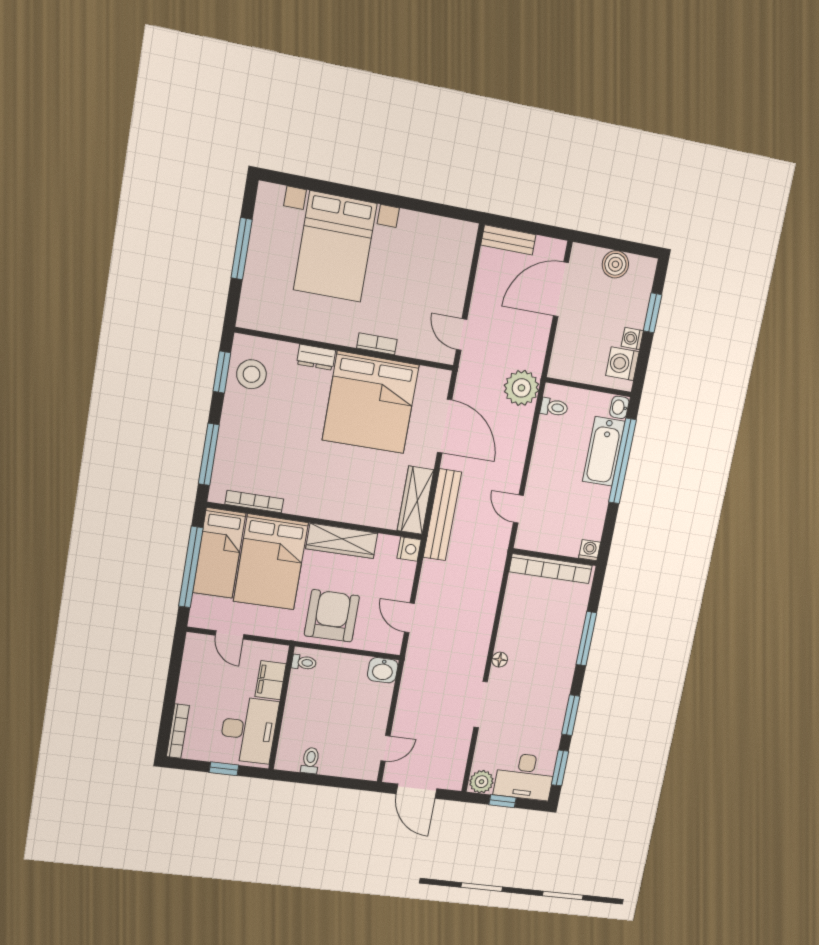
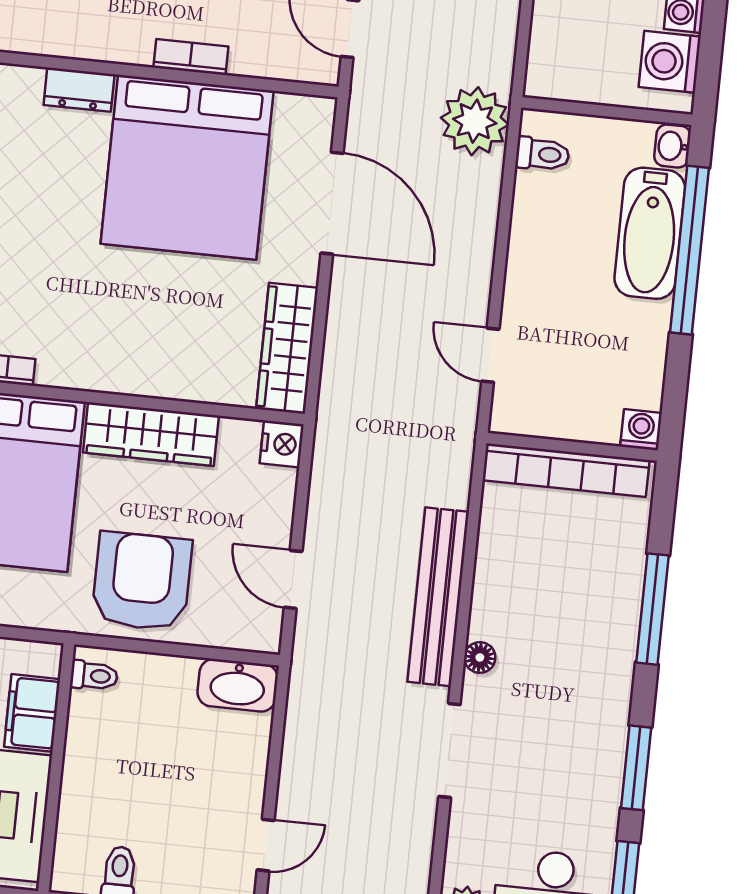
bench: (442, 515) -> (438, 597), moved
washbasin: (383, 670) -> (238, 685), width x1.38

